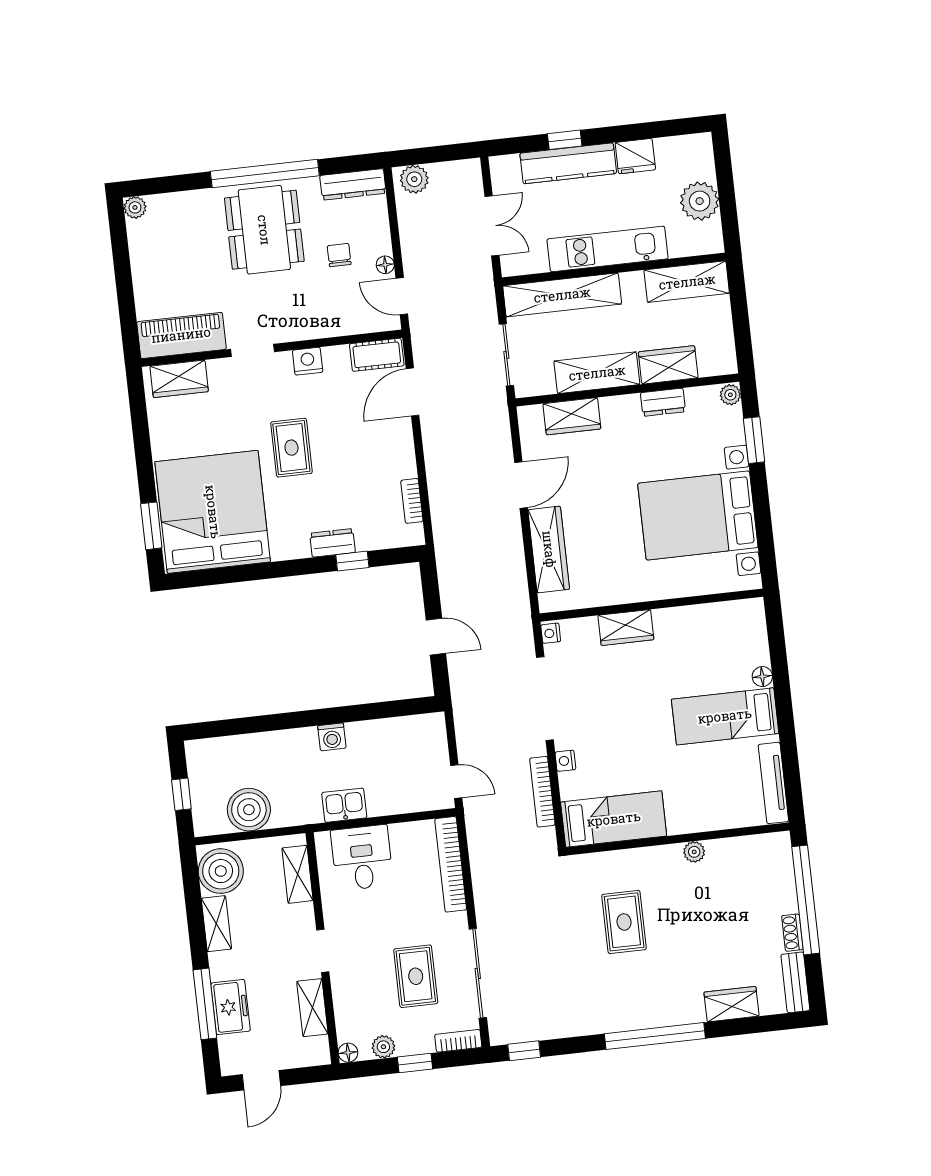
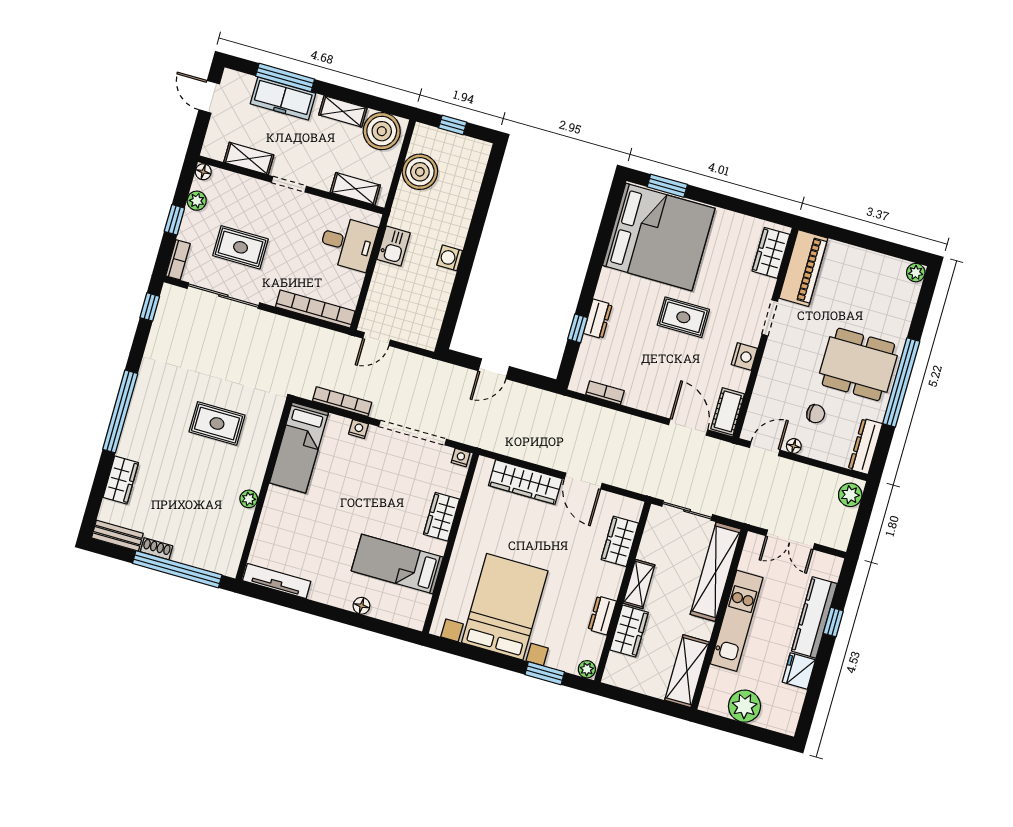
shelving: (597, 373) -> (639, 584), width x0.67, depth x0.75
bed: (725, 716) -> (397, 564), moved, turned -90
freezer: (231, 1007) -> (283, 99), width x1.40

